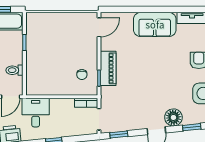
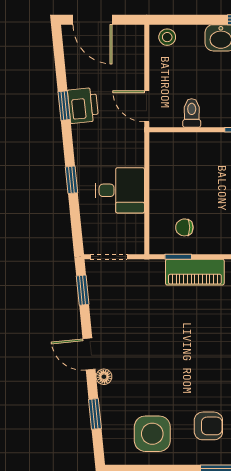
bookcase: (86, 103) -> (136, 235), removed
desk: (36, 113) -> (120, 190), moved
floor lamp: (173, 117) -> (104, 377), width x0.53, depth x0.53

